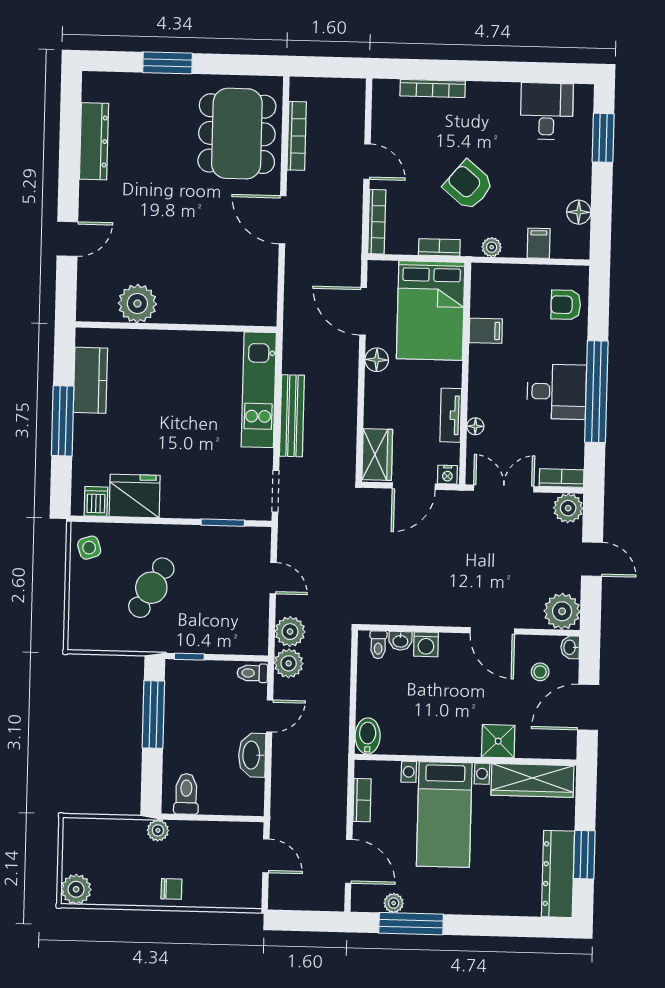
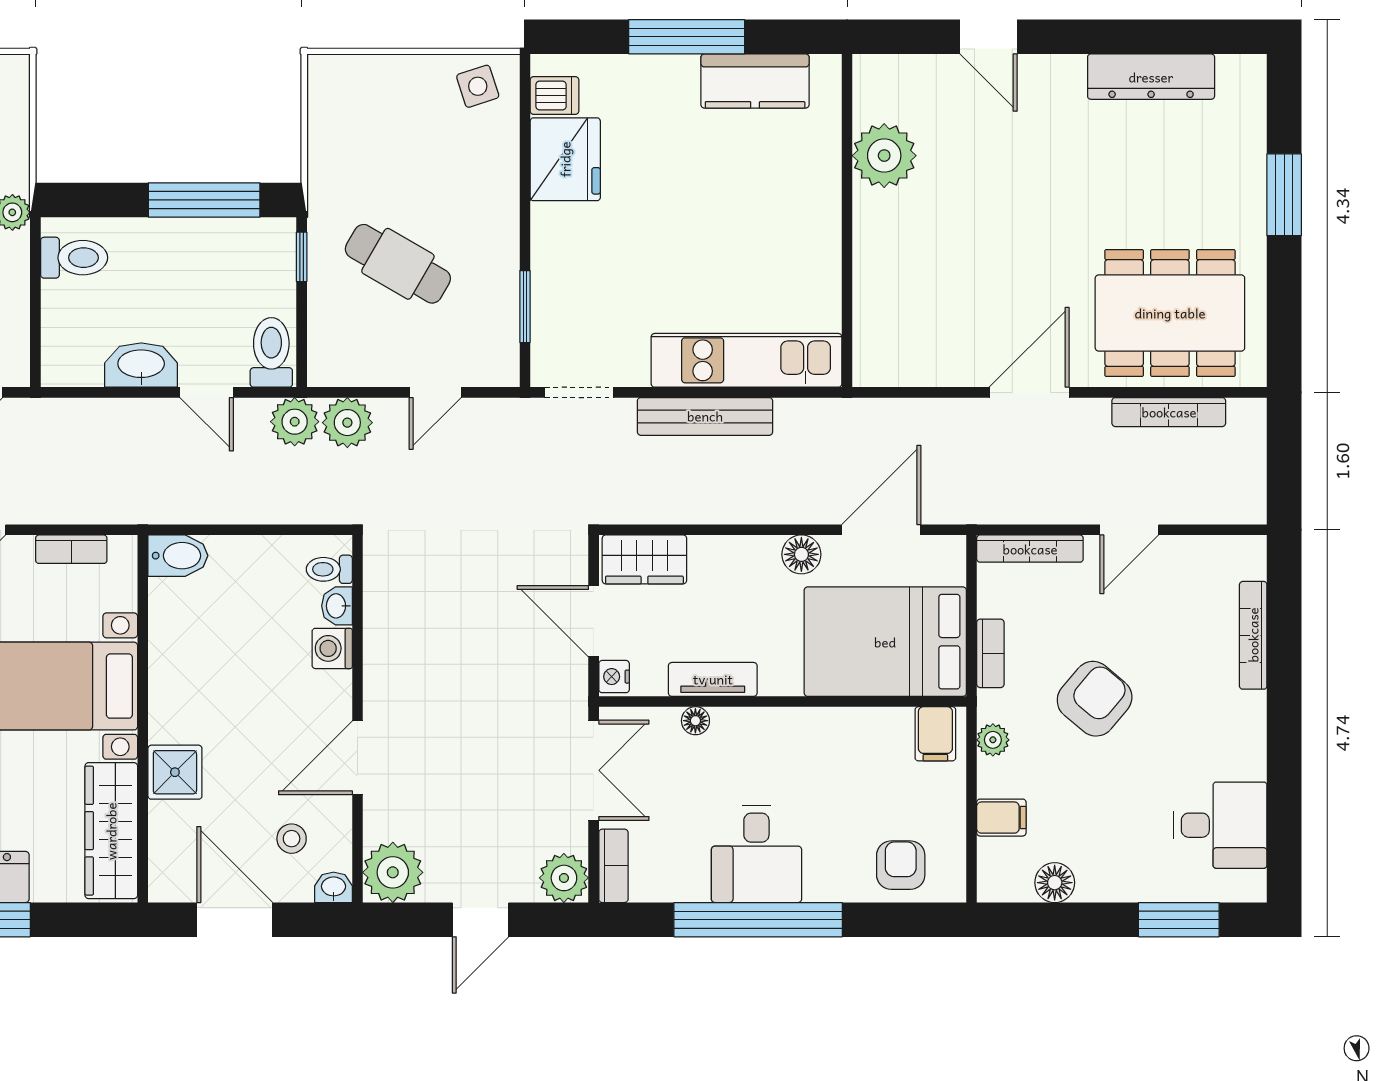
filing cabinet: (486, 331) -> (935, 734), moved
cafe table: (151, 588) -> (398, 264), moved
toilet: (252, 673) -> (271, 352), width x1.37, depth x1.39

